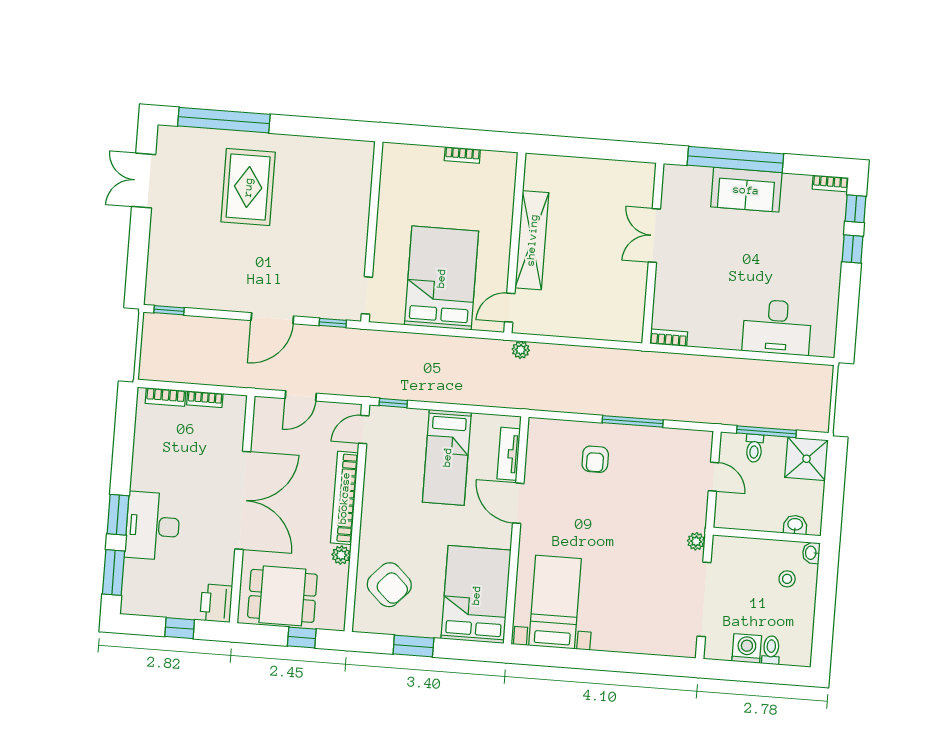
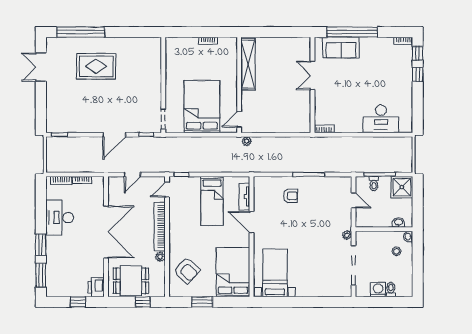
rug: (248, 187) -> (96, 66), turned 90
sofa: (746, 190) -> (341, 48), moved
shelving: (532, 240) -> (248, 64), moved
armchair: (595, 459) -> (290, 196), turned -90
desk: (153, 526) -> (60, 218), moved

